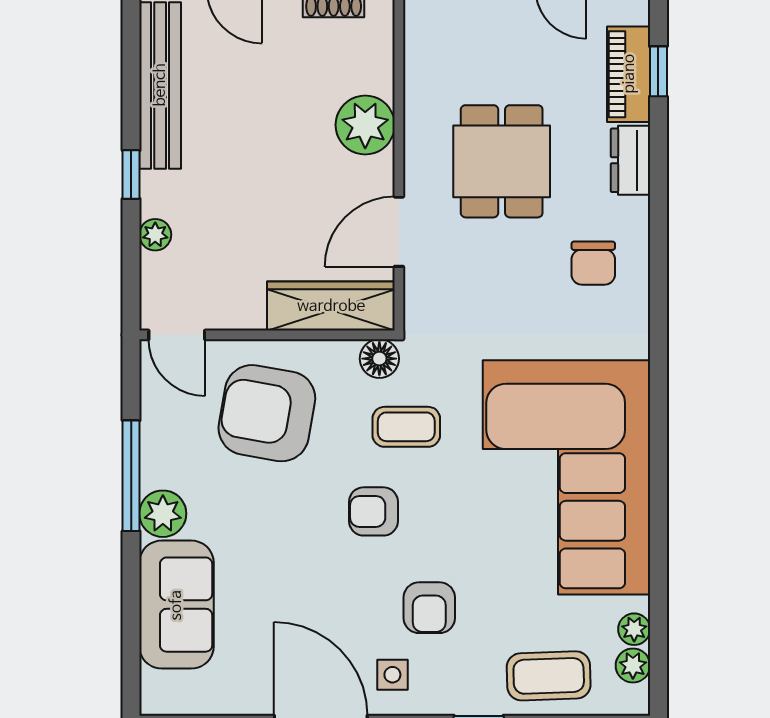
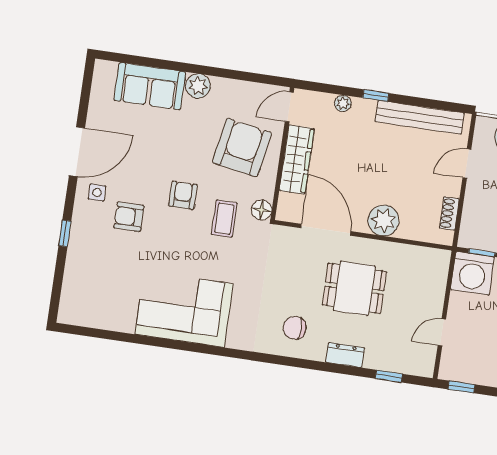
piano: (629, 74) -> (390, 361), removed
door: (399, 232) -> (326, 230), width x1.36
wardrobe: (331, 306) -> (297, 160), moved
window: (131, 476) -> (220, 72), removed
corner sofa: (567, 477) -> (184, 309), width x0.73, depth x0.74
plant: (634, 629) -> (102, 321), removed
plant: (633, 666) -> (83, 318), removed
coffee table: (549, 676) -> (85, 273), removed

